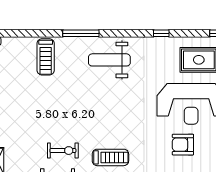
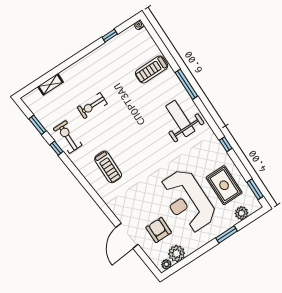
armchair: (183, 145) -> (159, 230), moved
exercise bike: (63, 151) -> (92, 106), moved, turned 90

